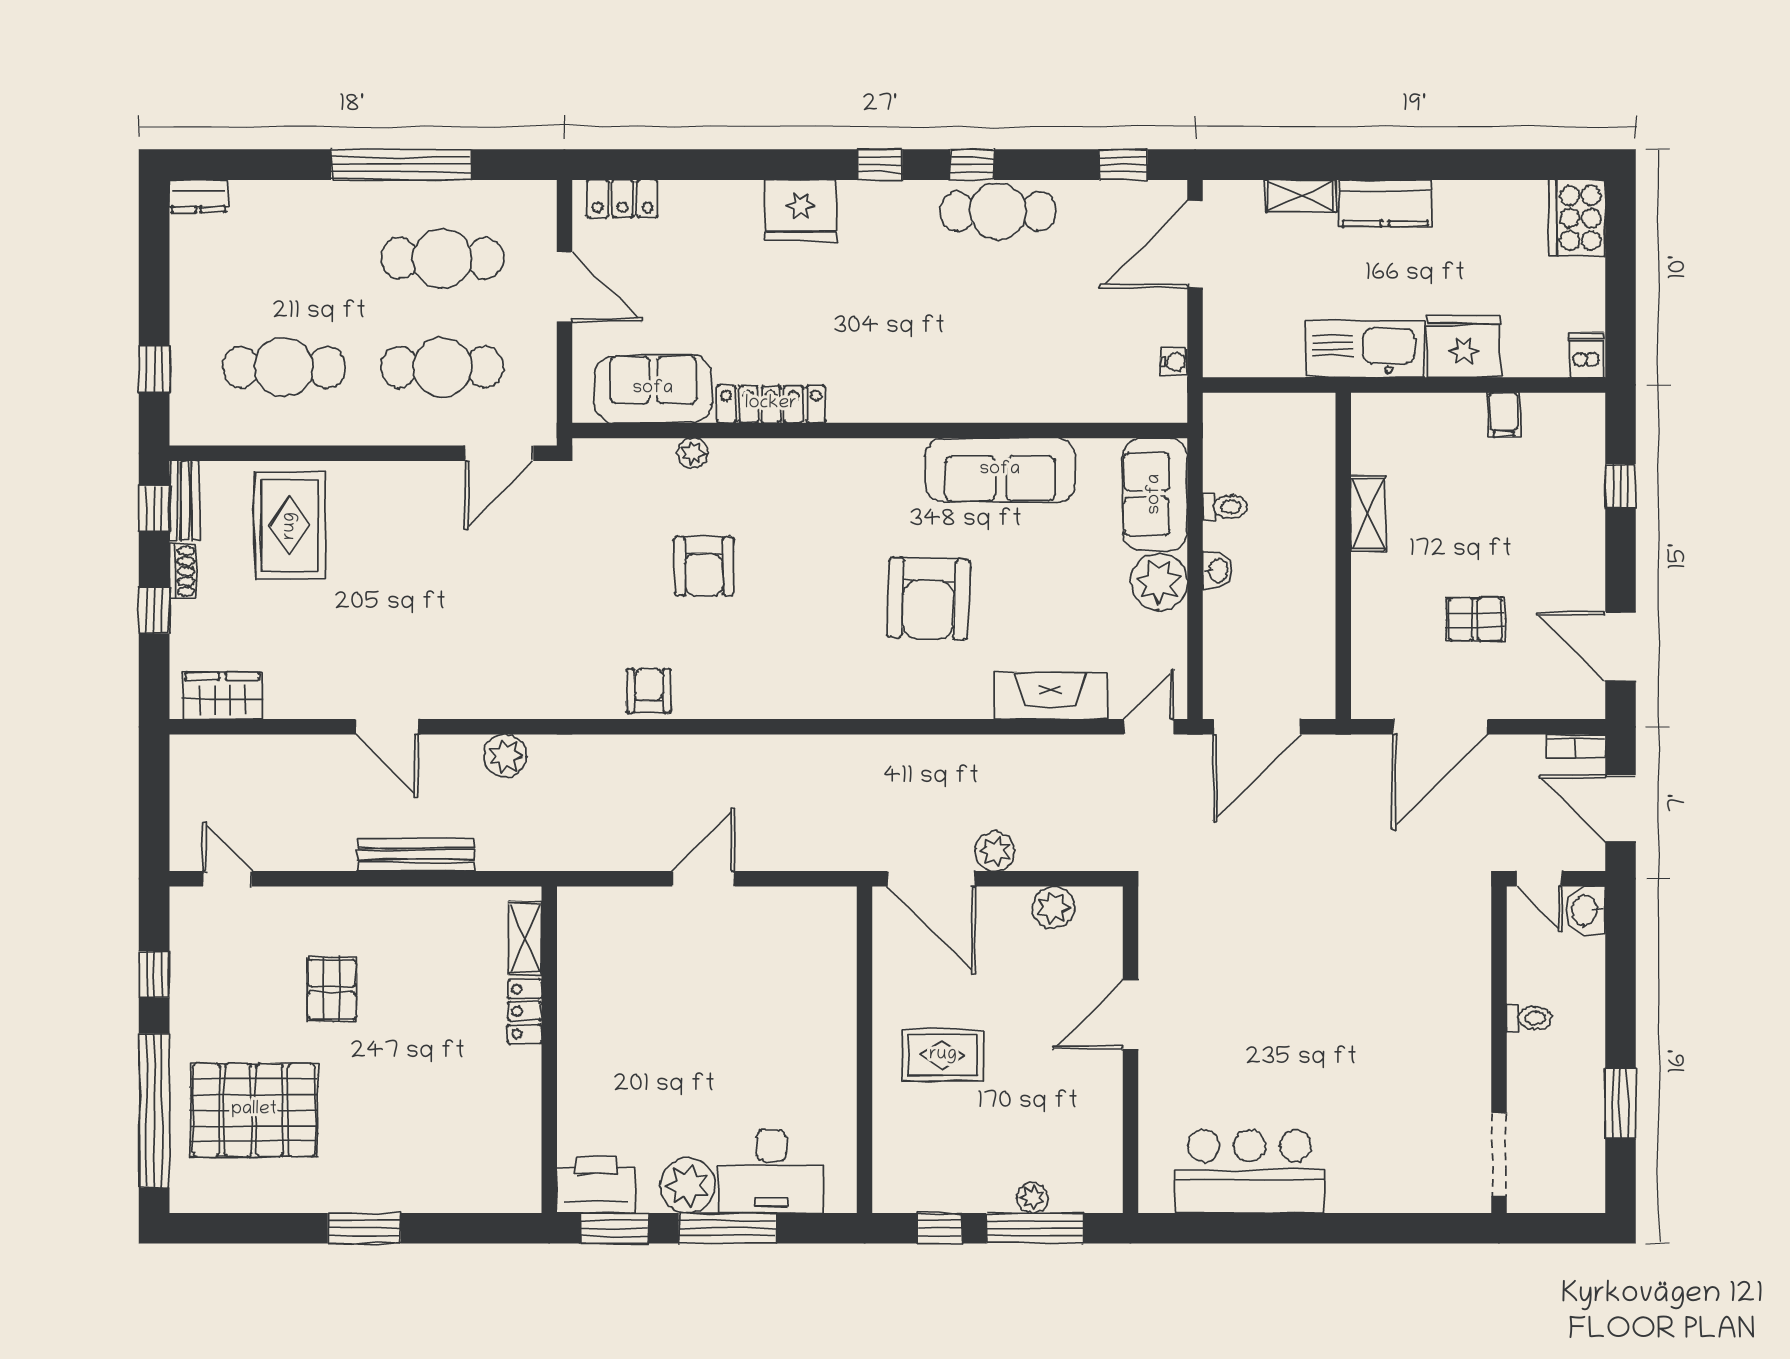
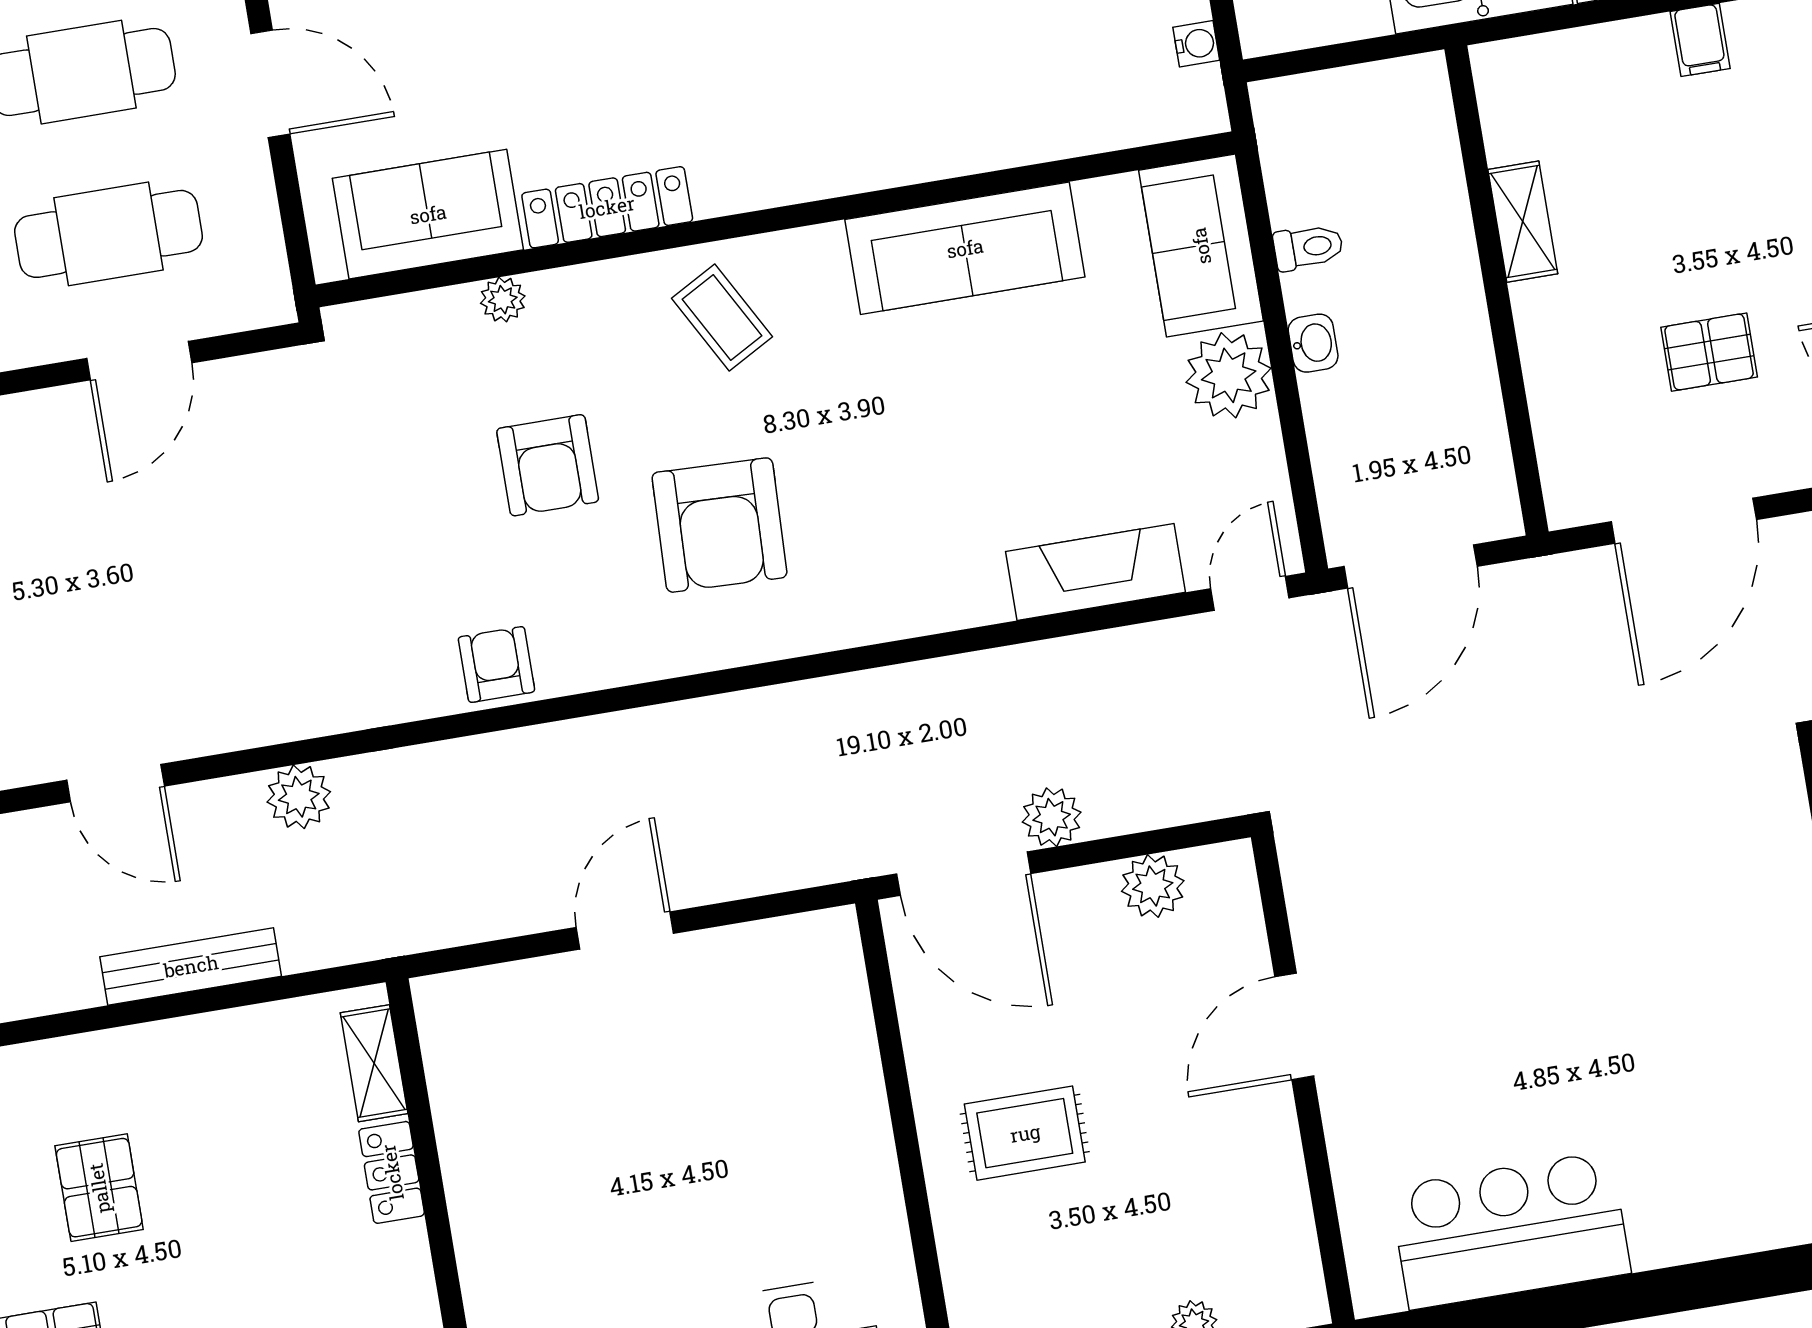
door: (499, 453) -> (139, 361), moved
coffee table: (834, 489) -> (722, 318), added
armchair: (929, 598) -> (720, 525), moved

